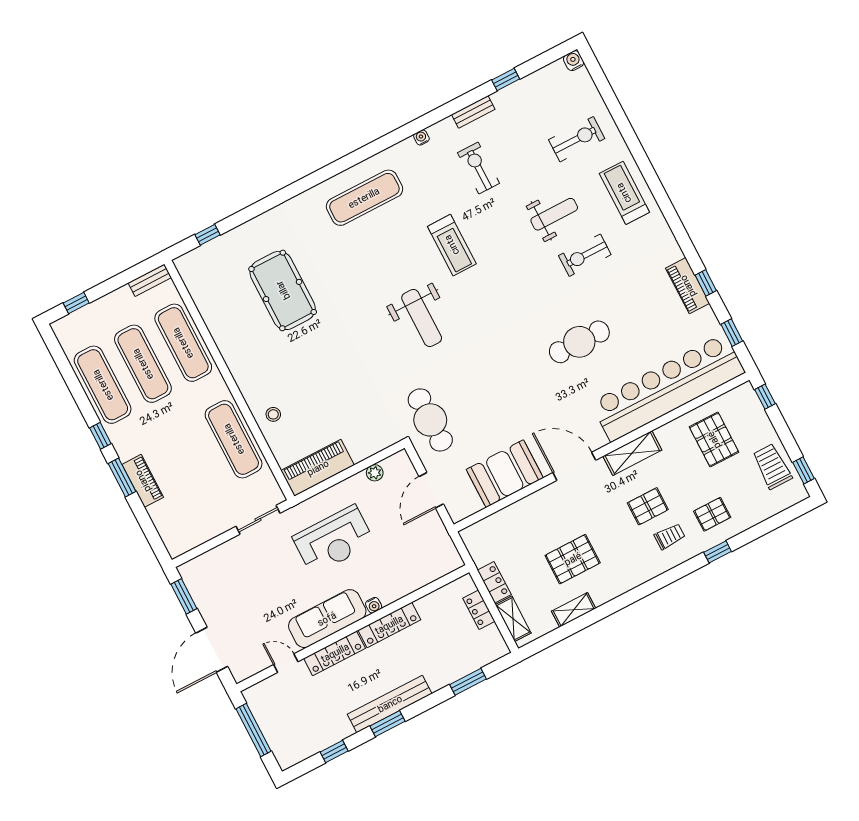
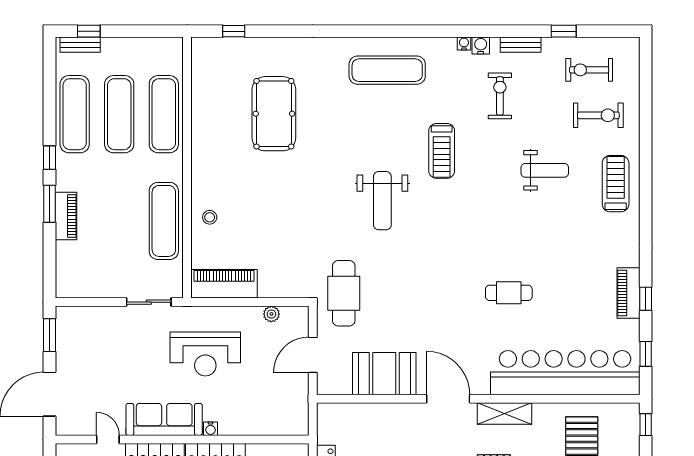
water cooler: (574, 61) -> (481, 46), moved
exercise bike: (585, 255) -> (589, 70), moved
bench: (150, 280) -> (80, 45), moved
cafe table: (579, 342) -> (509, 293), width x0.73, depth x0.74

